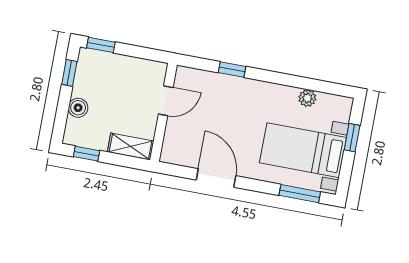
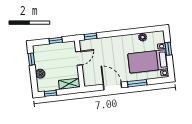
window: (101, 45) -> (56, 40), moved
window: (232, 70) -> (91, 36), moved
window: (300, 194) -> (137, 83), moved

